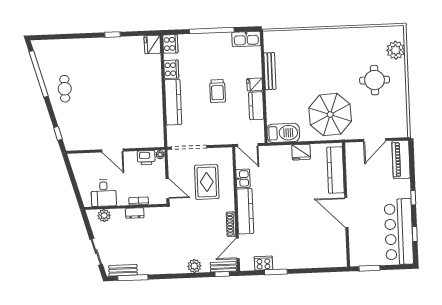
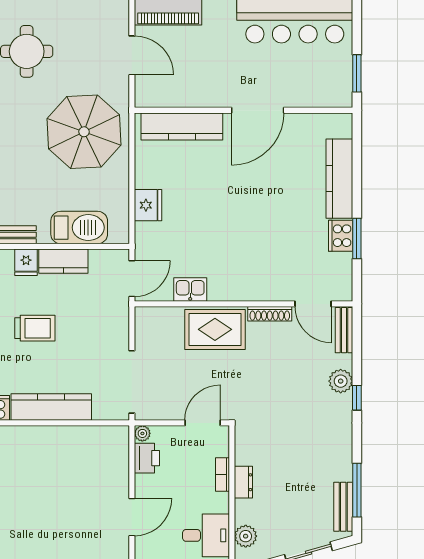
barbecue: (283, 133) -> (79, 228), moved, turned 90
fridge: (301, 152) -> (148, 205), moved
rug: (207, 182) -> (215, 329), moved
kitchen counter: (245, 211) -> (339, 179), moved, turned -90
cooker: (263, 263) -> (341, 236), moved
window: (222, 274) -> (357, 398), moved

